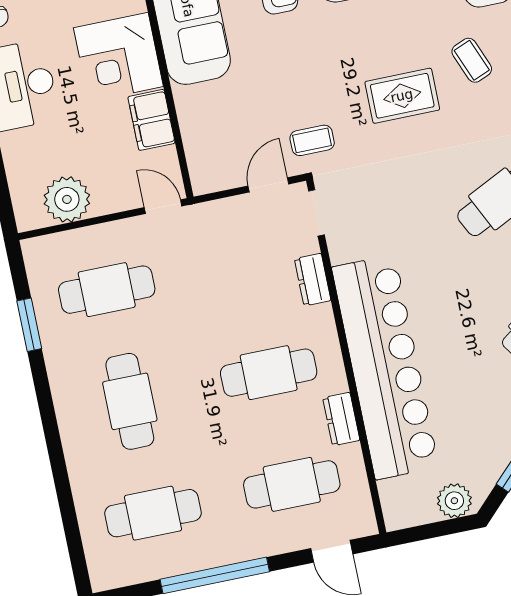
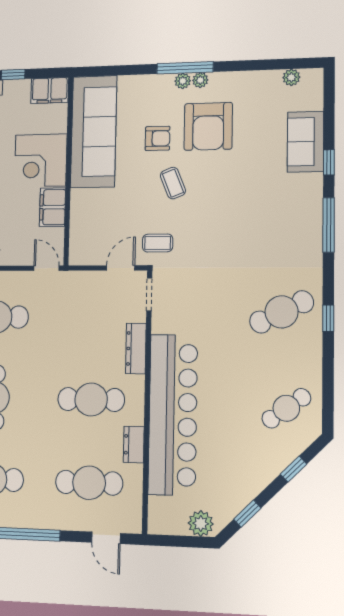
coffee table: (472, 60) -> (173, 183), moved
rug: (402, 96) -> (227, 224), removed
dresser: (313, 280) -> (136, 348), width x1.44

